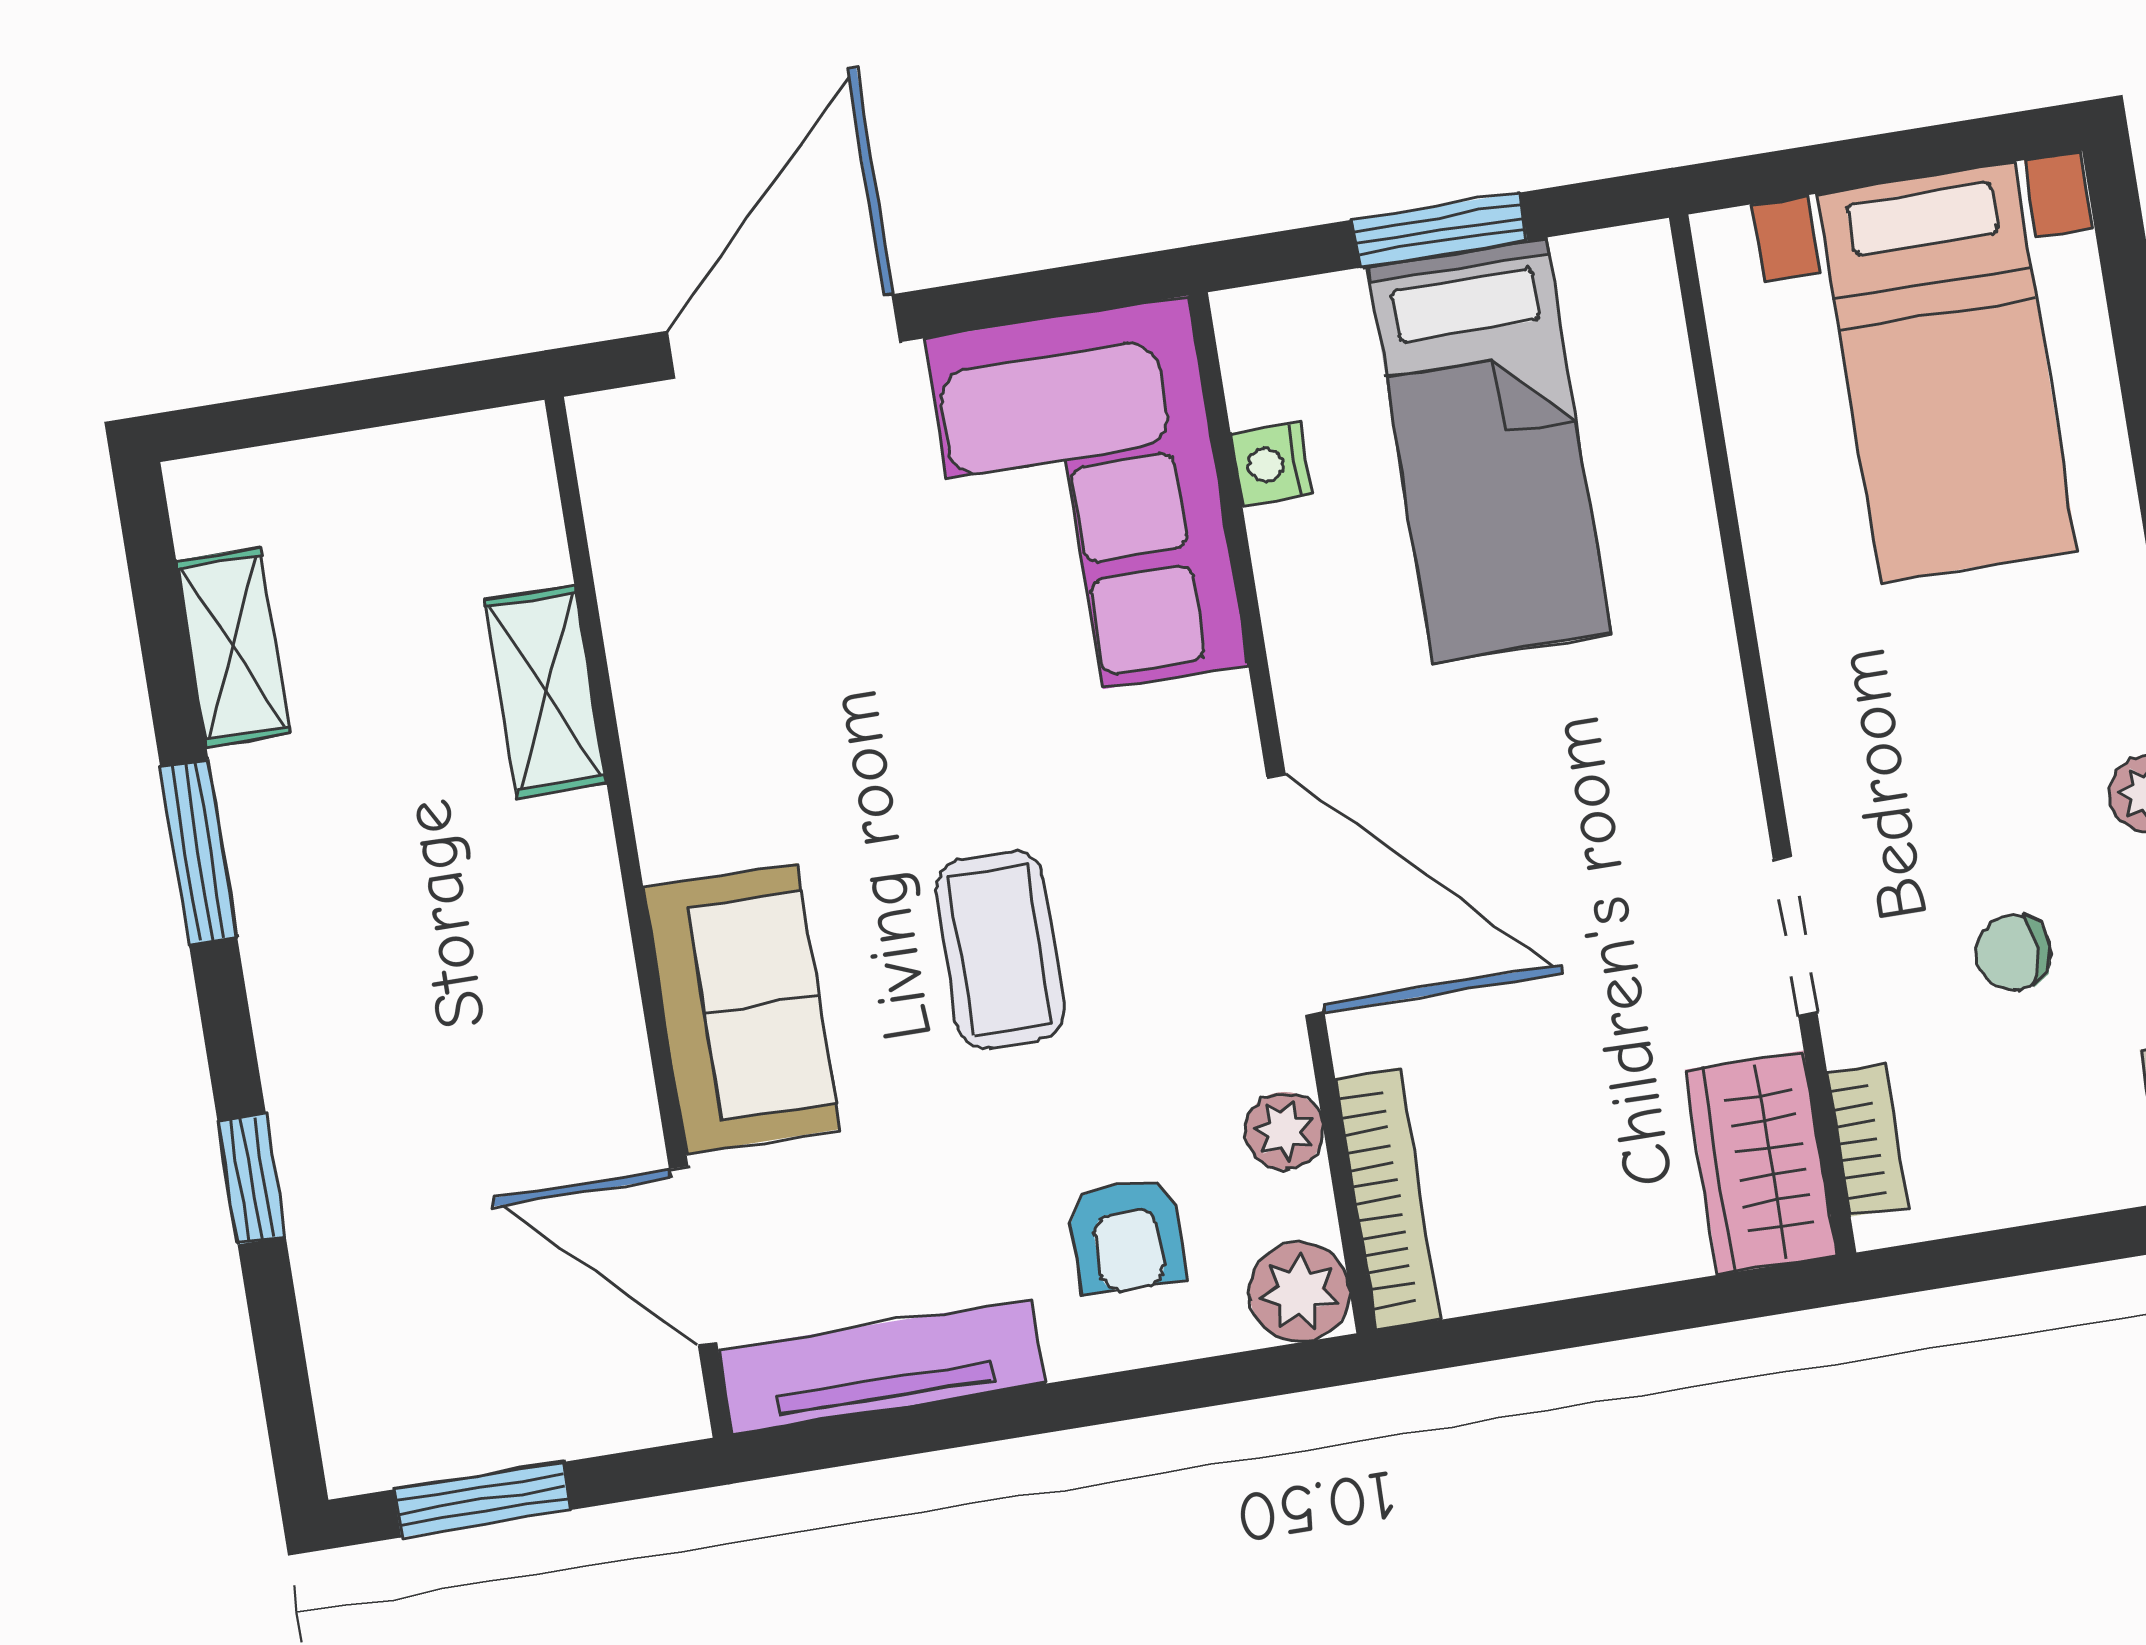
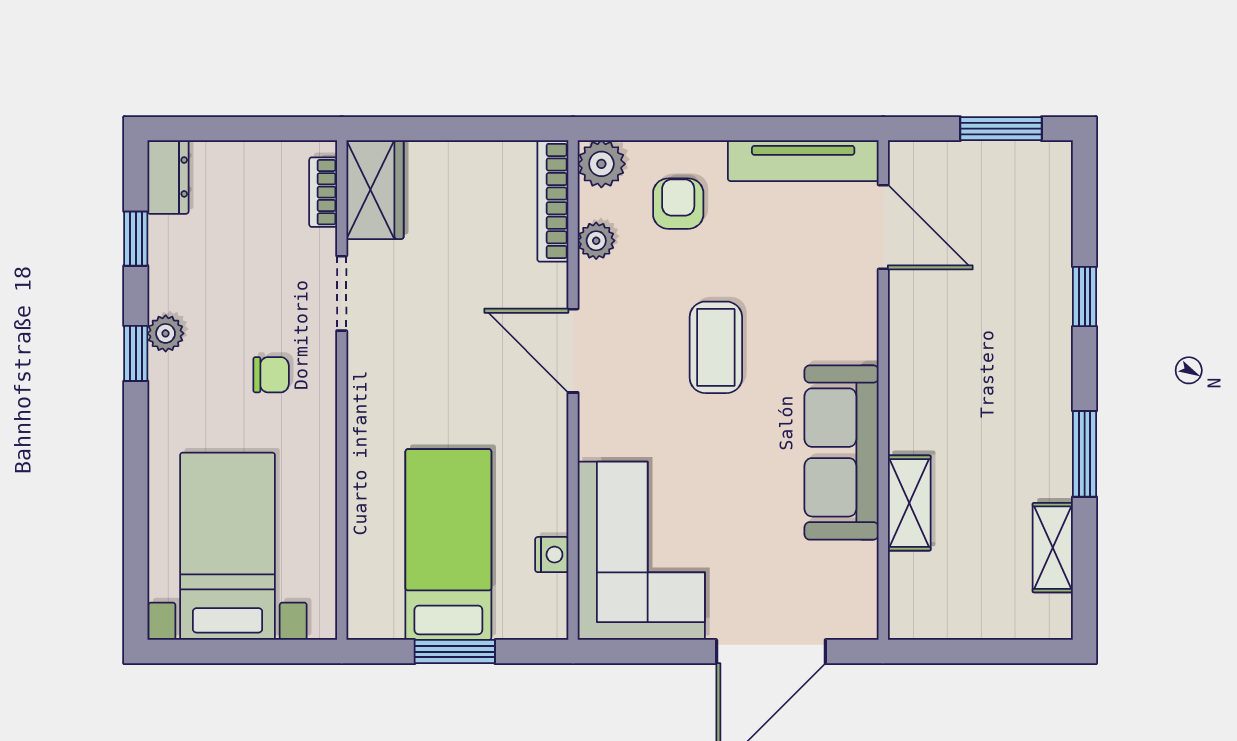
door: (1295, 895) -> (573, 351), width x0.73
chair: (2013, 953) -> (271, 375), moved
sofa: (742, 1008) -> (842, 452), moved, width x1.36

